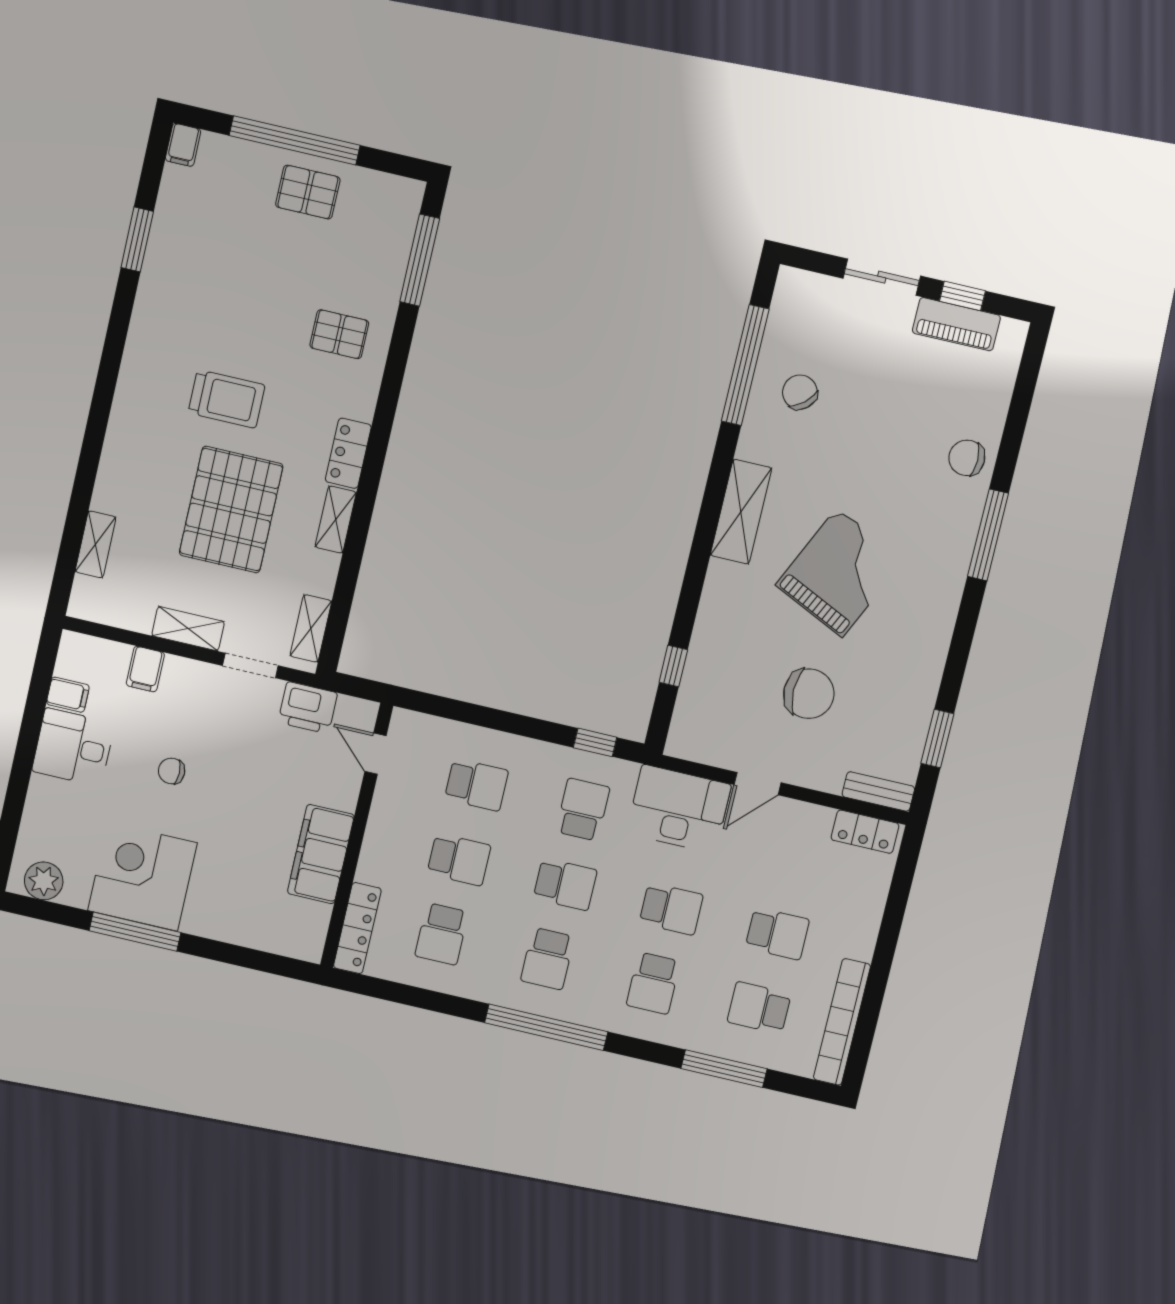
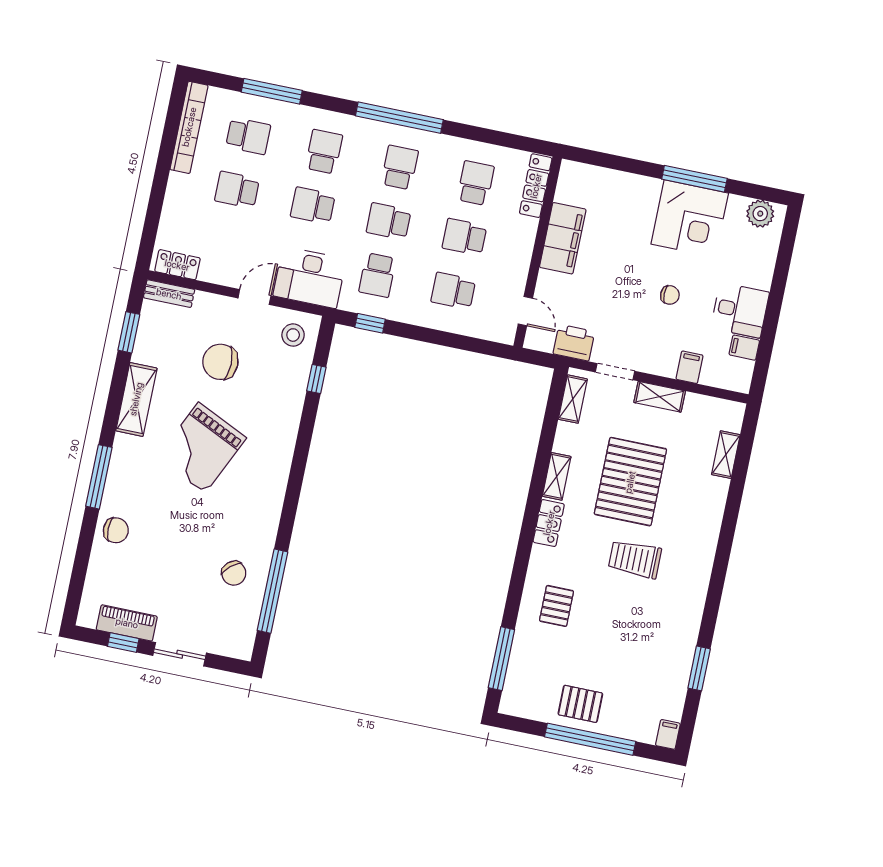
pallet: (339, 334) -> (557, 606), turned 90
shelving: (741, 512) -> (136, 399), moved
stool: (705, 729) -> (293, 335), added

